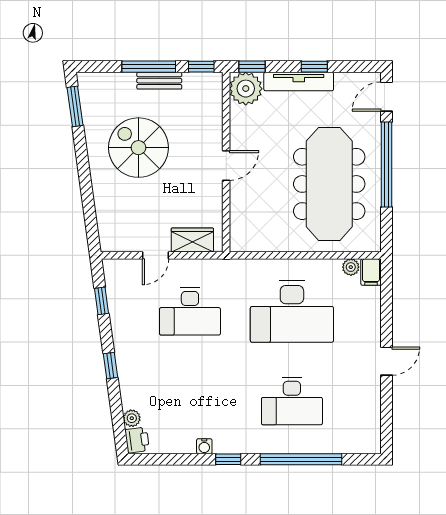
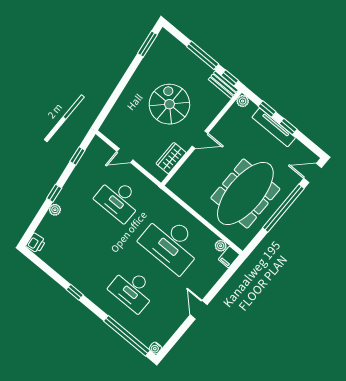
window: (252, 67) -> (267, 109), moved
bench: (159, 81) -> (223, 85), moved
plant: (246, 89) -> (243, 101), width x0.53, depth x0.53
spiral stairs: (138, 148) -> (169, 104), moved
wardrobe: (192, 240) -> (171, 158), moved, turned -90
door: (387, 361) -> (199, 310), swing flipped
plant: (132, 418) -> (55, 210), moved
water cooler: (204, 446) -> (155, 348), moved
window: (301, 459) -> (127, 336), moved

